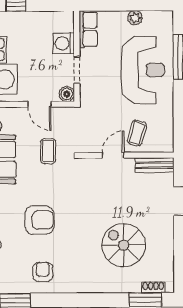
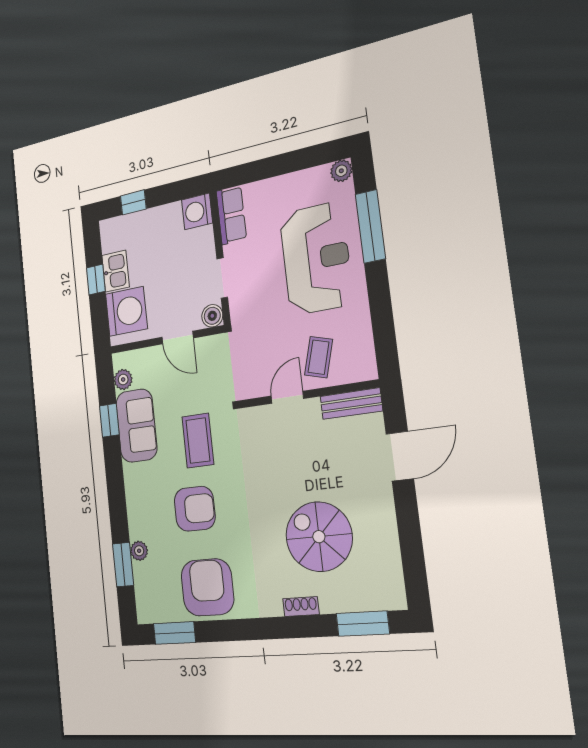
plant: (135, 18) -> (341, 171), moved
washing machine: (64, 43) -> (197, 211), moved
coffee table: (48, 151) -> (198, 441), moved, width x1.36, depth x1.30
armchair: (43, 272) -> (207, 587), width x1.88, depth x1.88
shoe rack: (153, 287) -> (301, 607), moved

